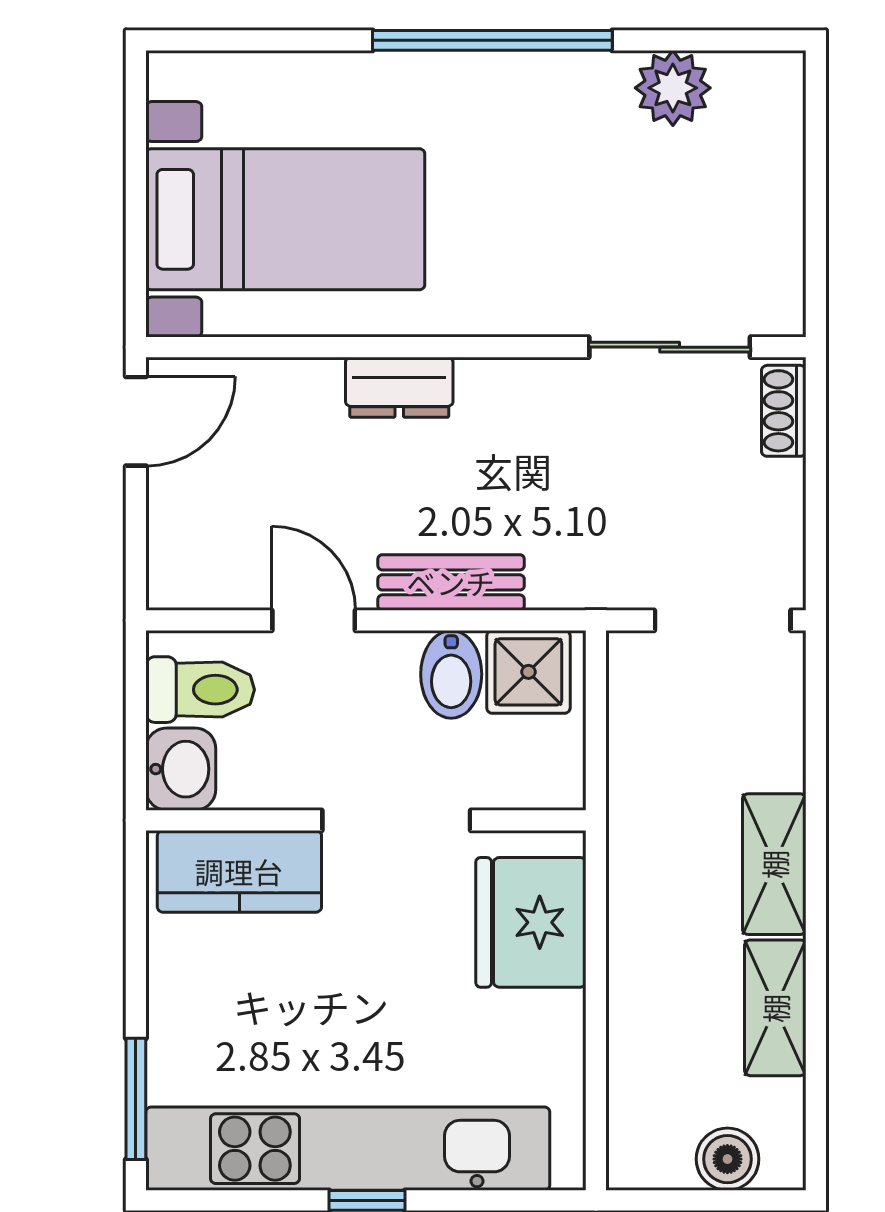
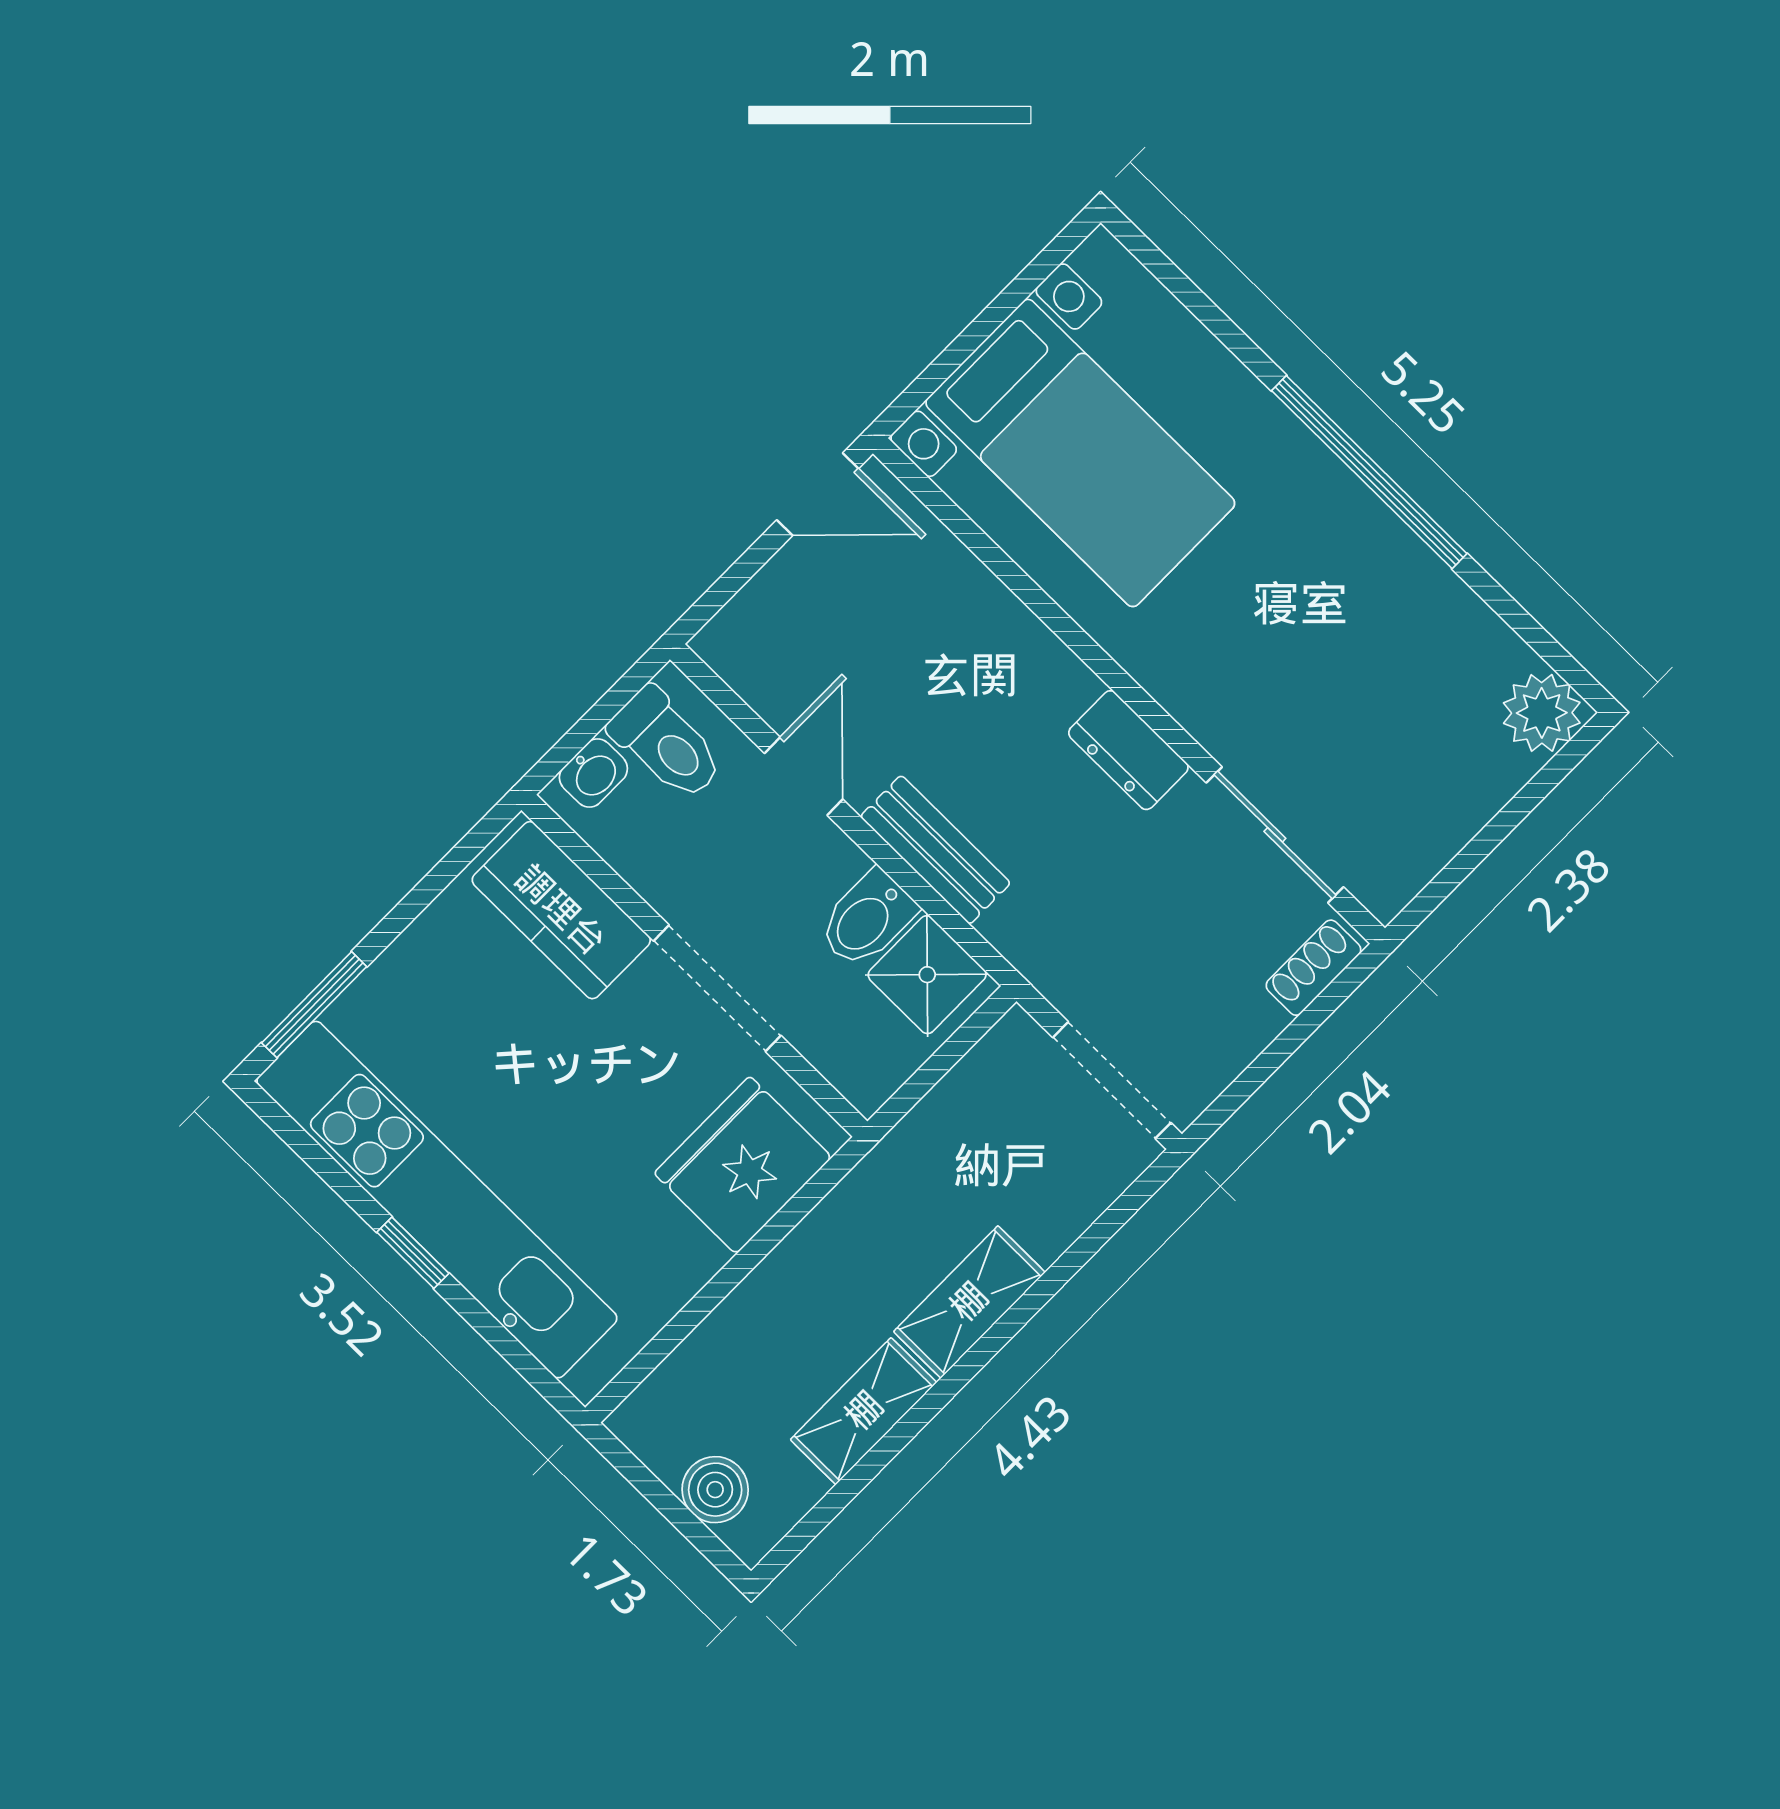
plant: (673, 88) -> (1542, 713), moved
dresser: (399, 387) -> (1128, 750), moved
washbasin: (181, 769) -> (593, 773), width x0.72, depth x0.69

